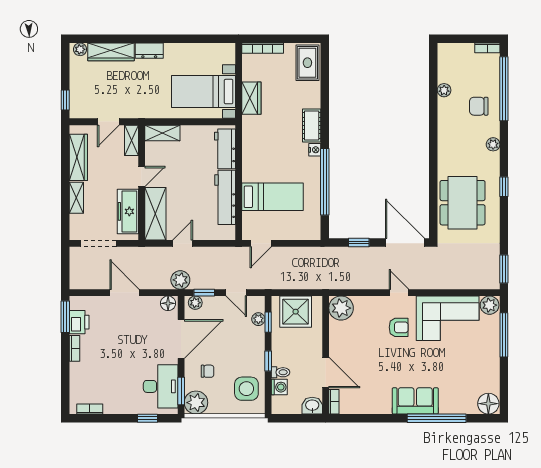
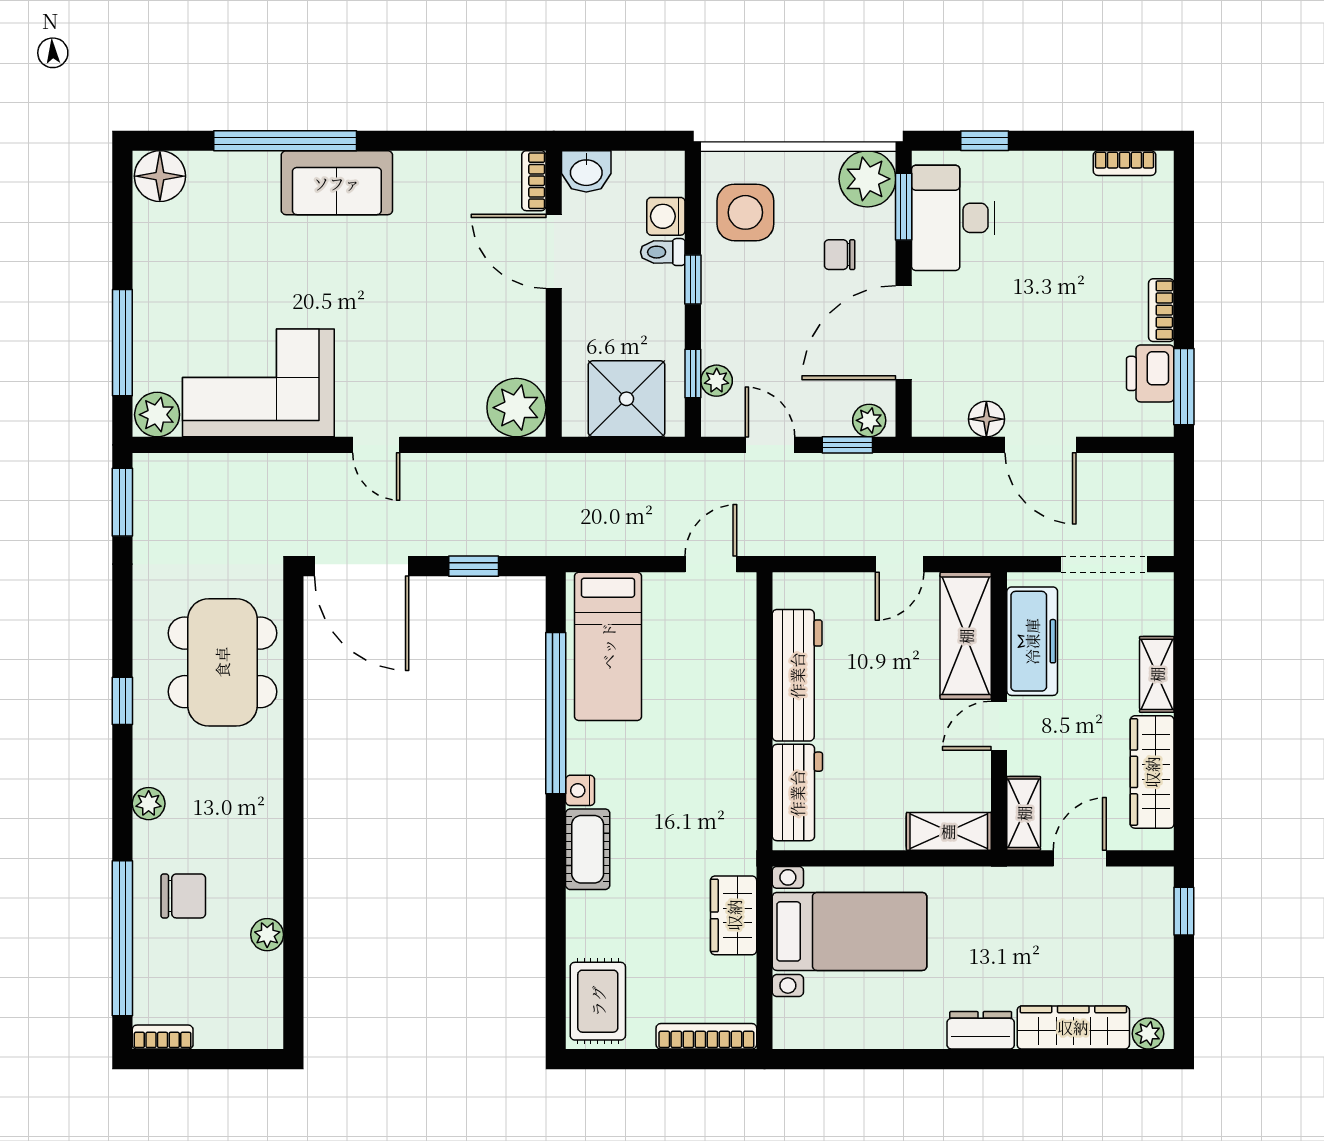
bed: (273, 197) -> (608, 646), moved, turned -90
plant: (180, 280) -> (905, 475), removed
floor lamp: (168, 303) -> (986, 419), moved
armchair: (399, 327) -> (377, 361), removed

